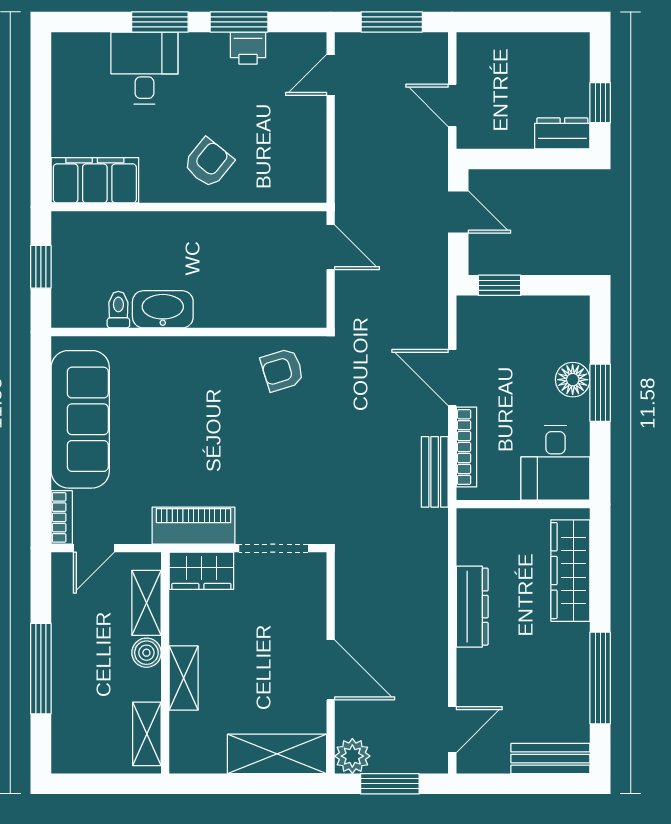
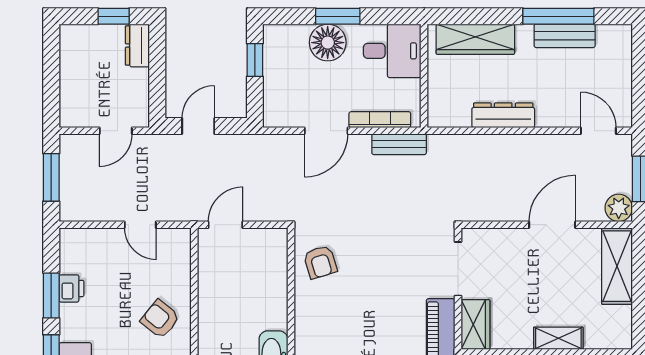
door: (331, 75) -> (140, 225), moved
window: (500, 285) -> (255, 60), moved
floor lamp: (573, 380) -> (328, 43), width x1.38, depth x1.38
bench: (550, 759) -> (565, 36), moved, turned 90

